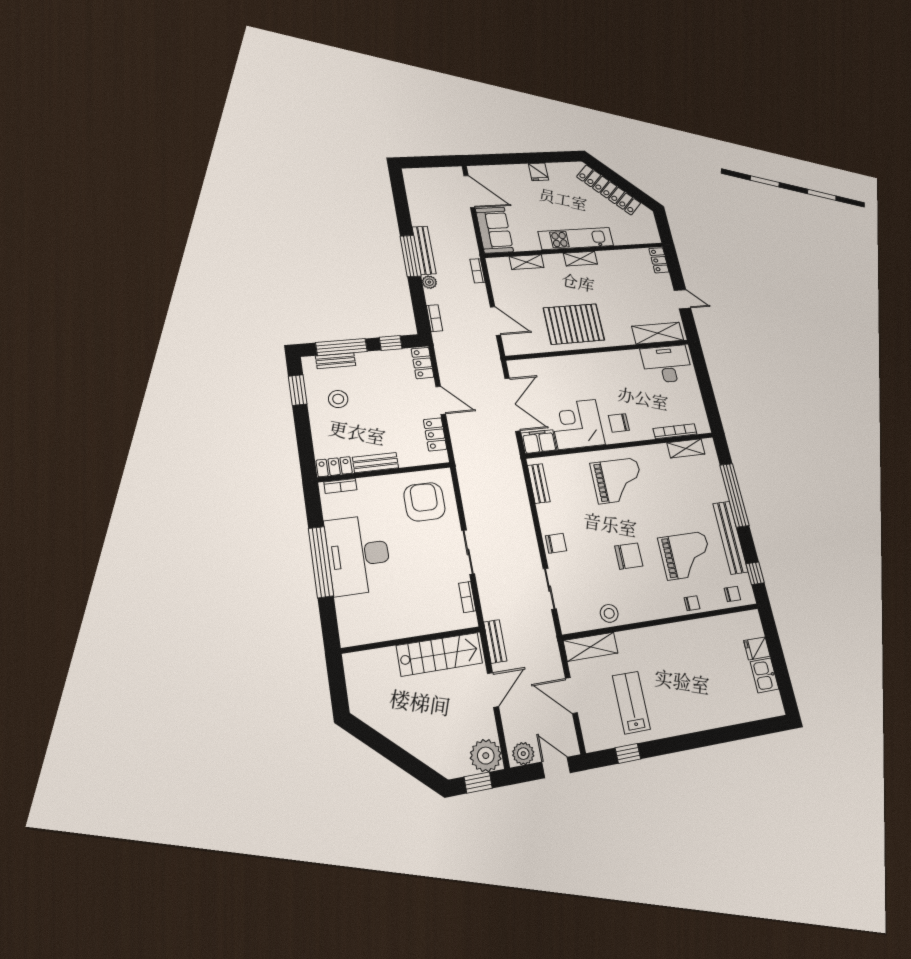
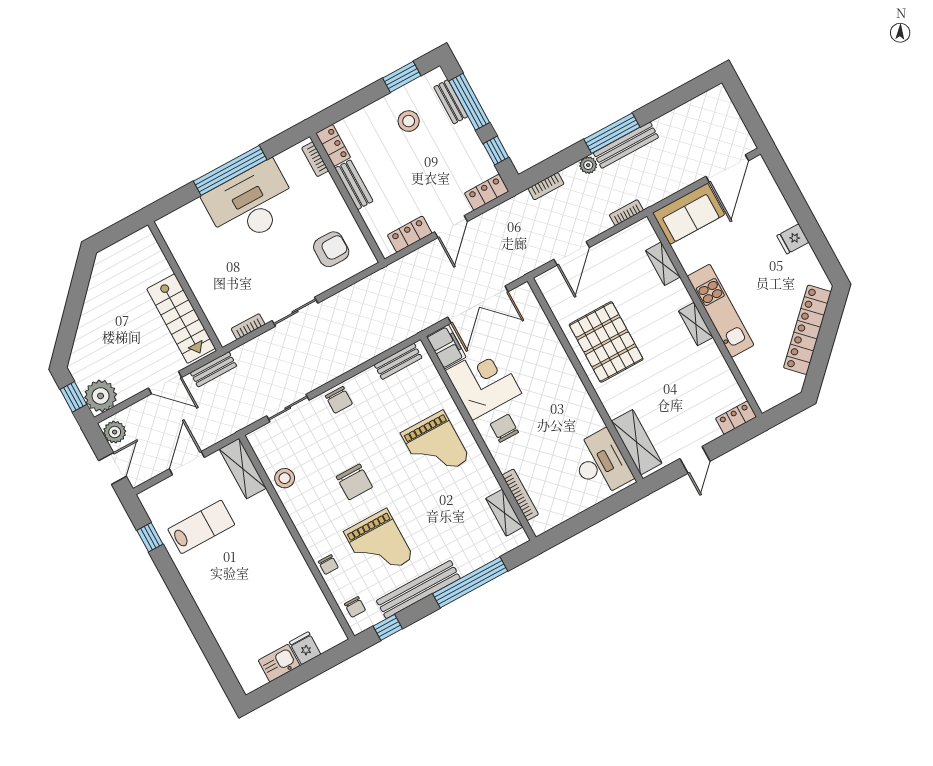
armchair: (424, 502) -> (331, 249), width x0.73, depth x0.73

